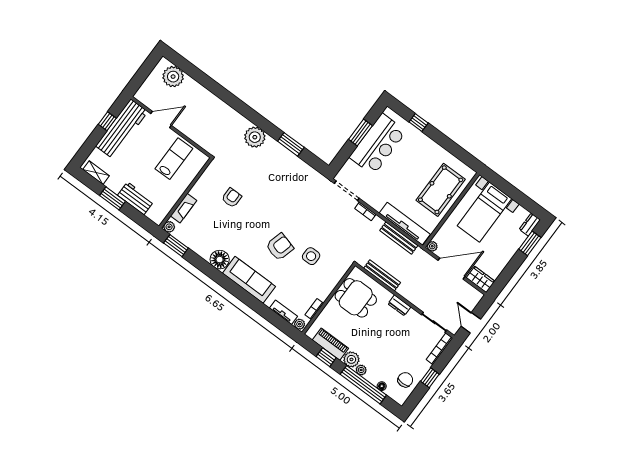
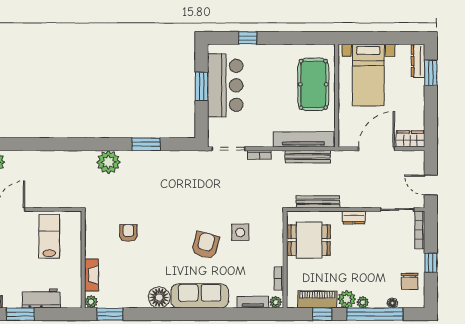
dresser: (530, 225) -> (418, 61), width x1.44
plant: (432, 246) -> (344, 141), removed
chair: (405, 380) -> (410, 281), turned 180

